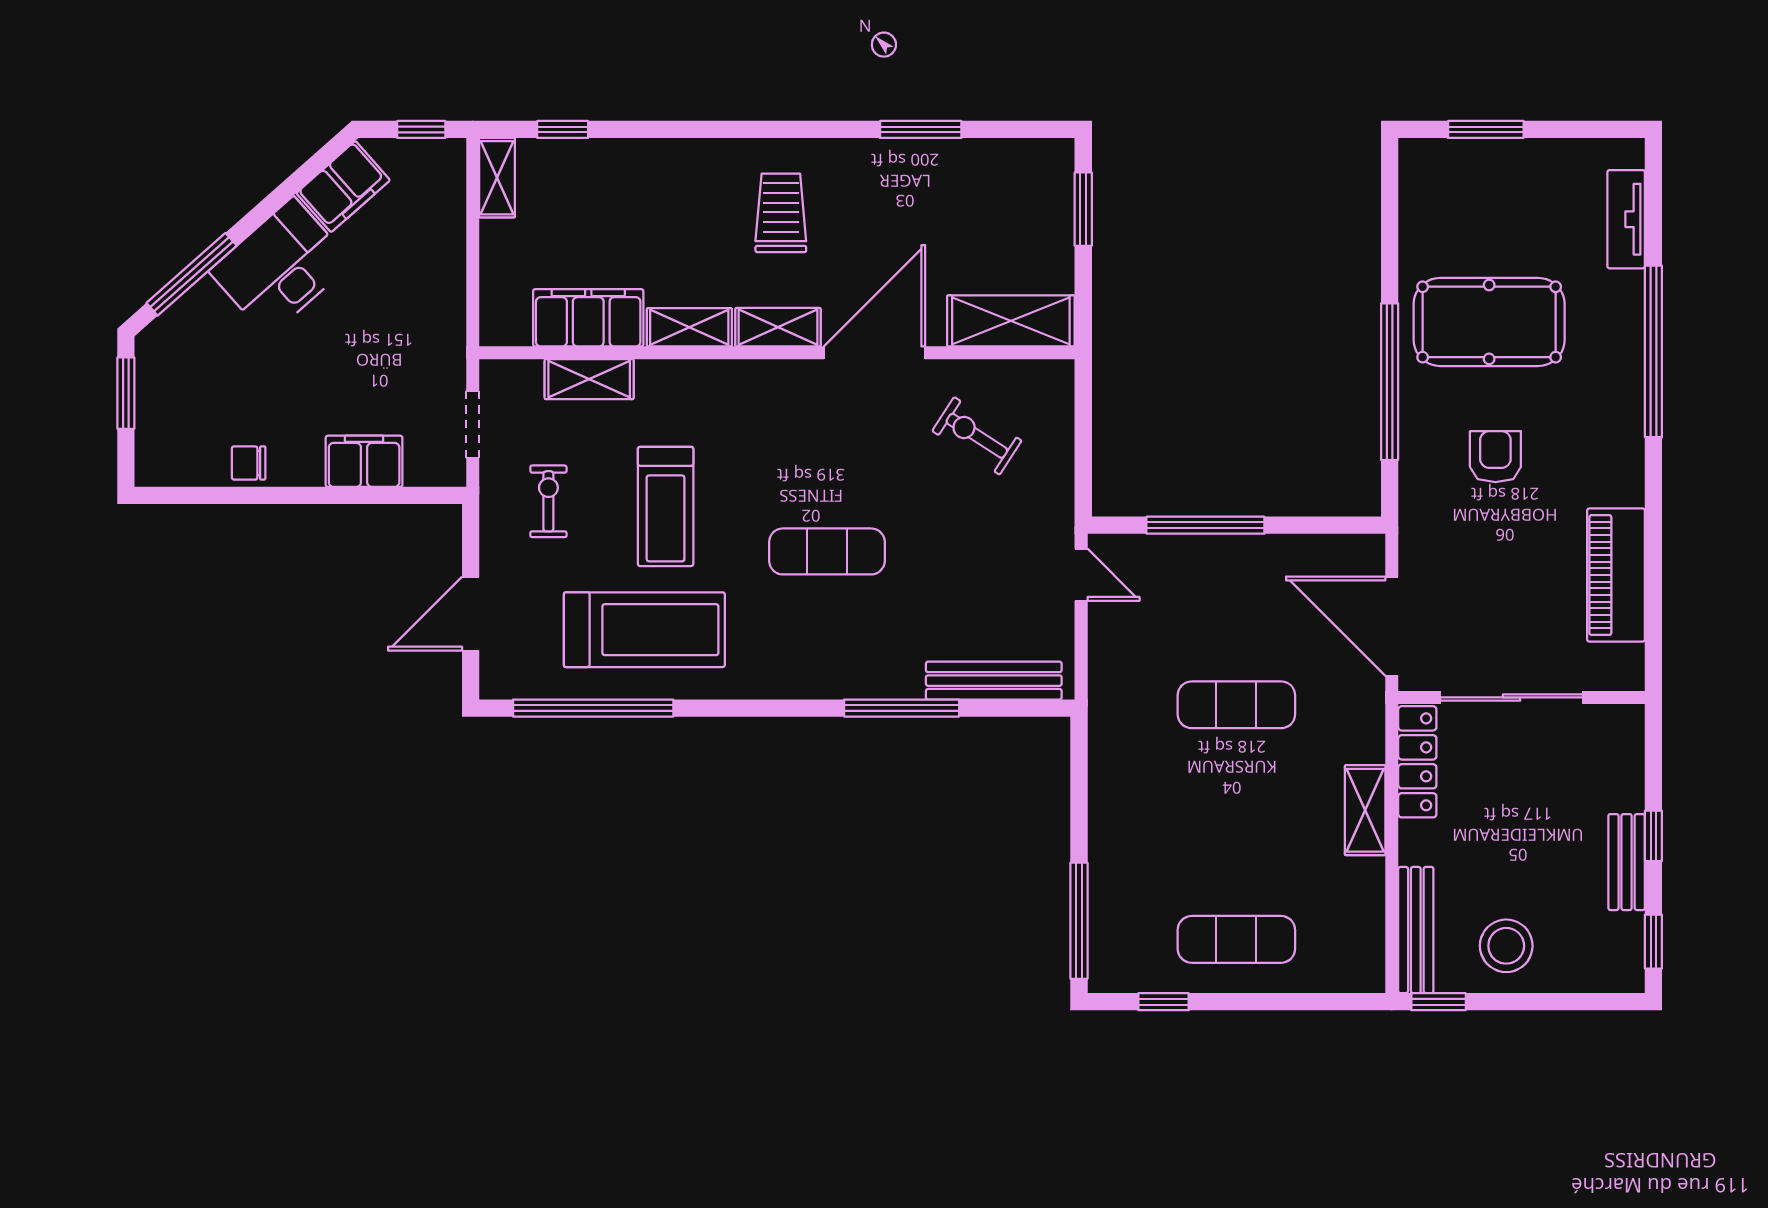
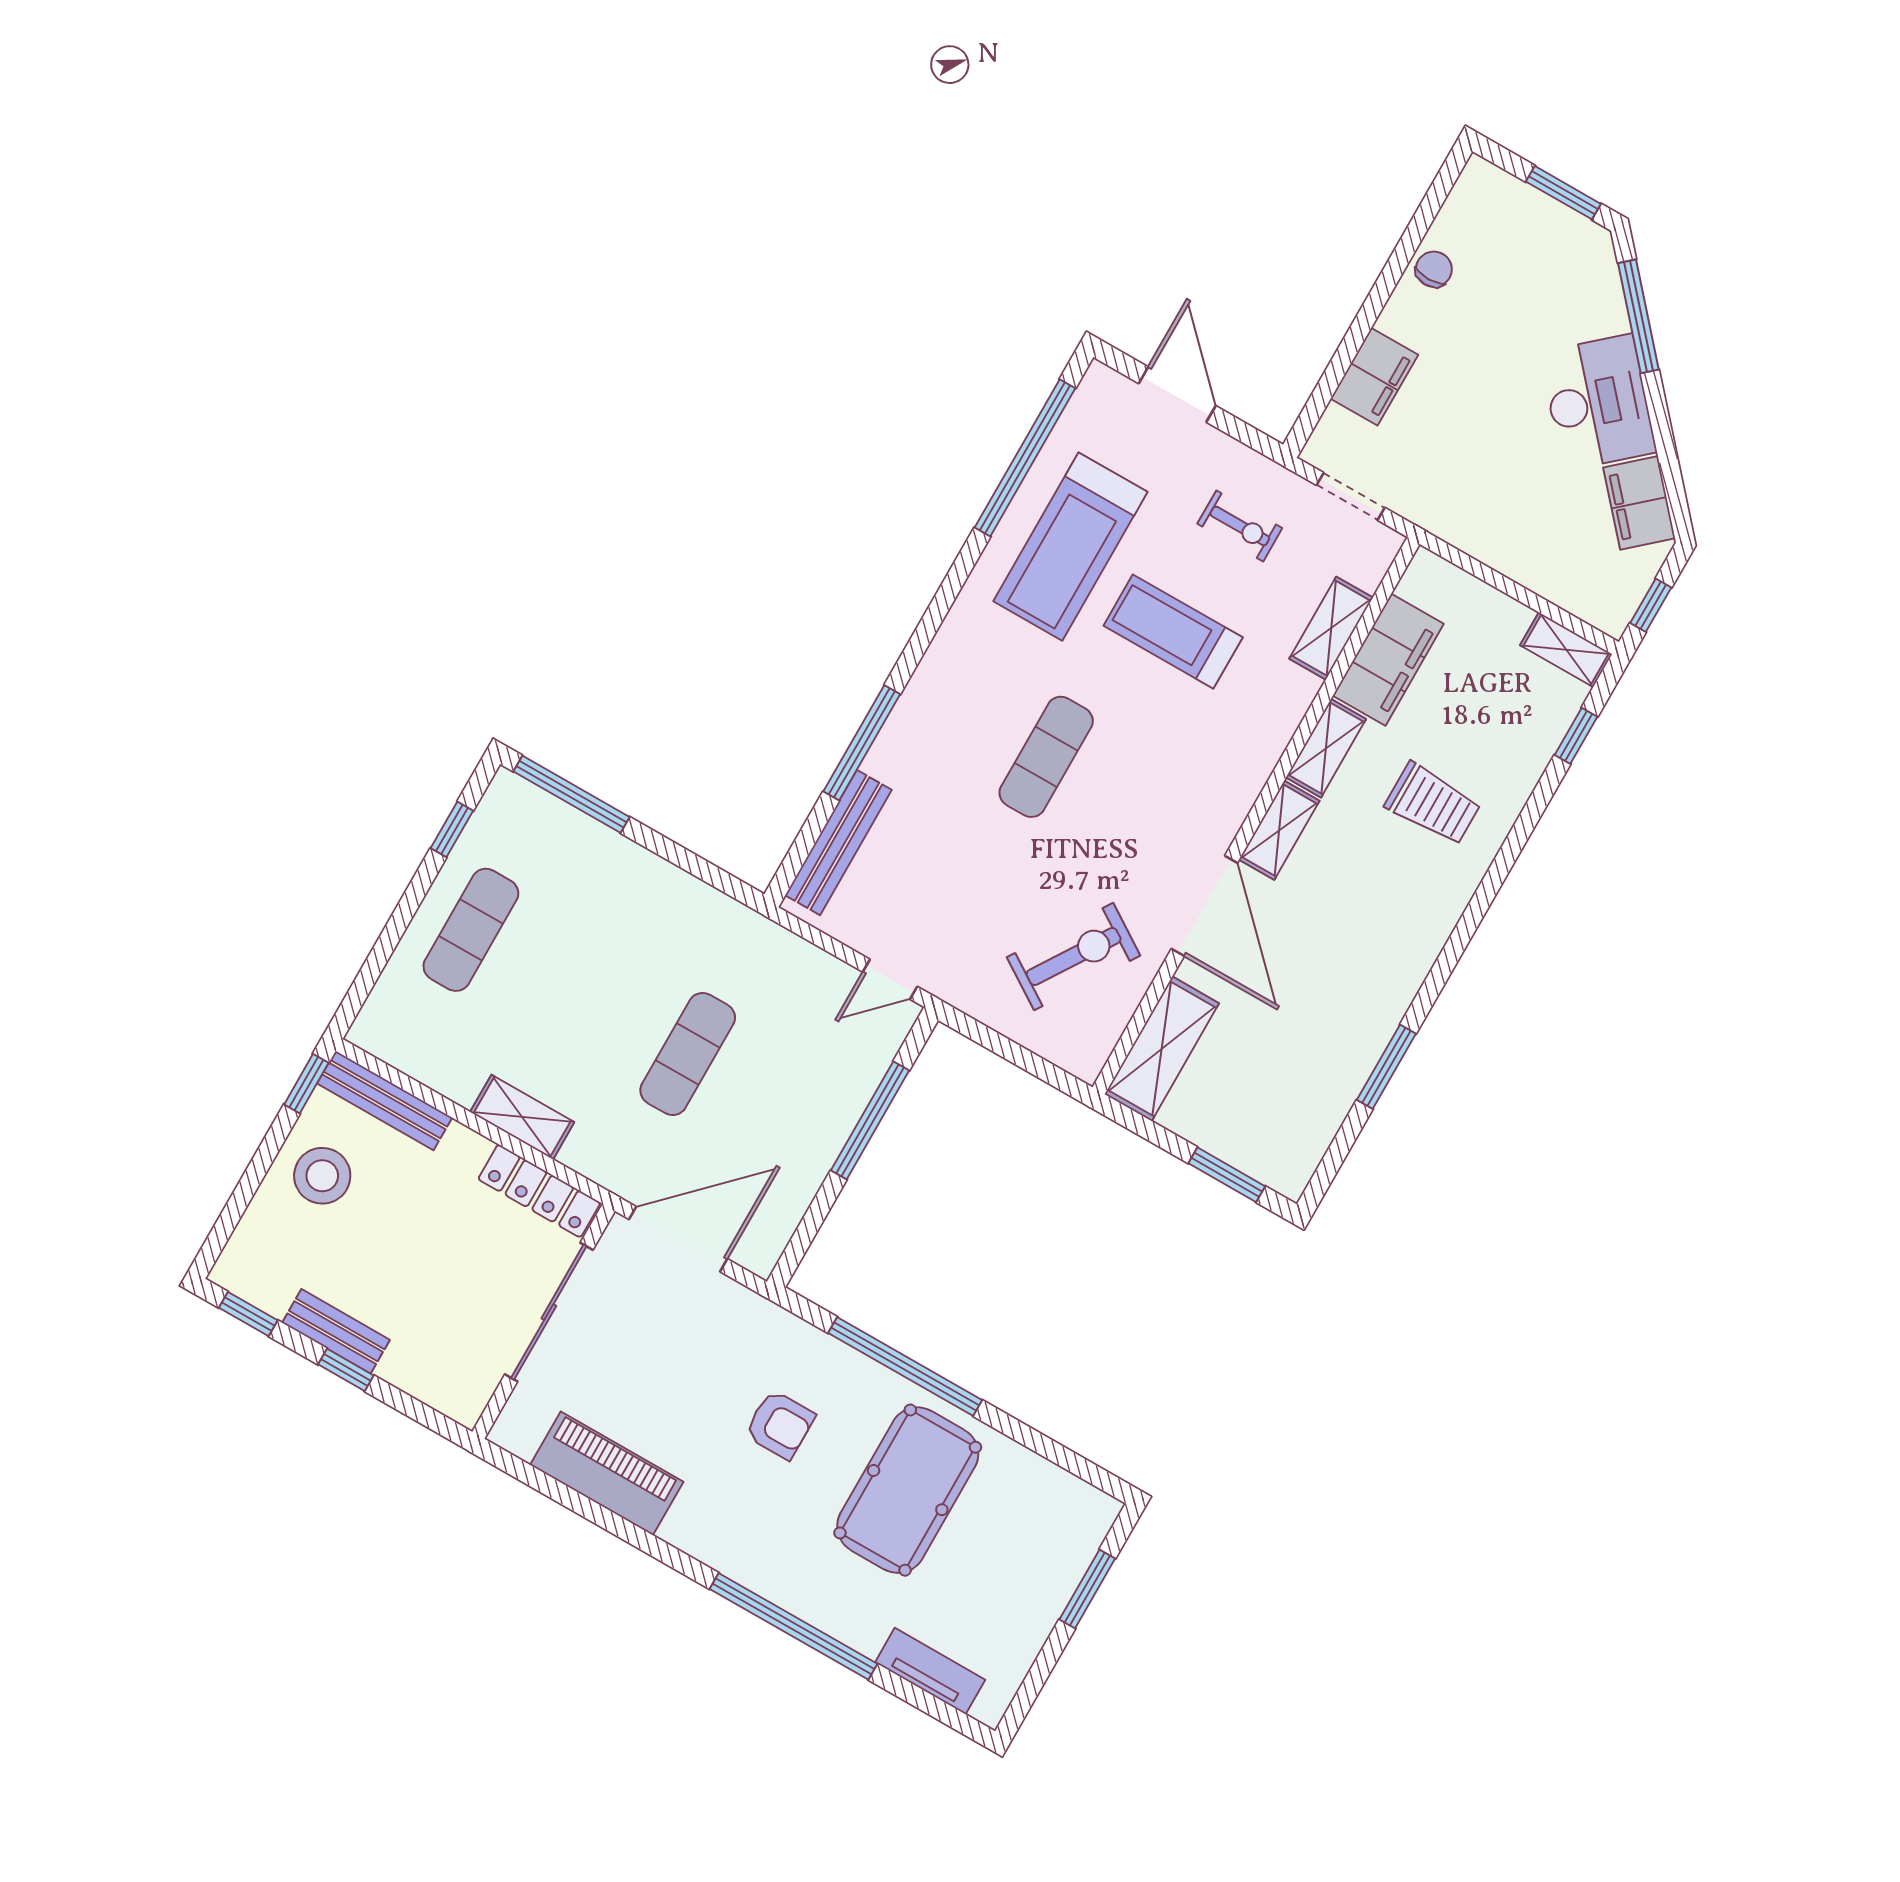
trolley: (781, 213) -> (1433, 804), moved
exercise bike: (977, 436) -> (1074, 956), width x1.38, depth x1.39

